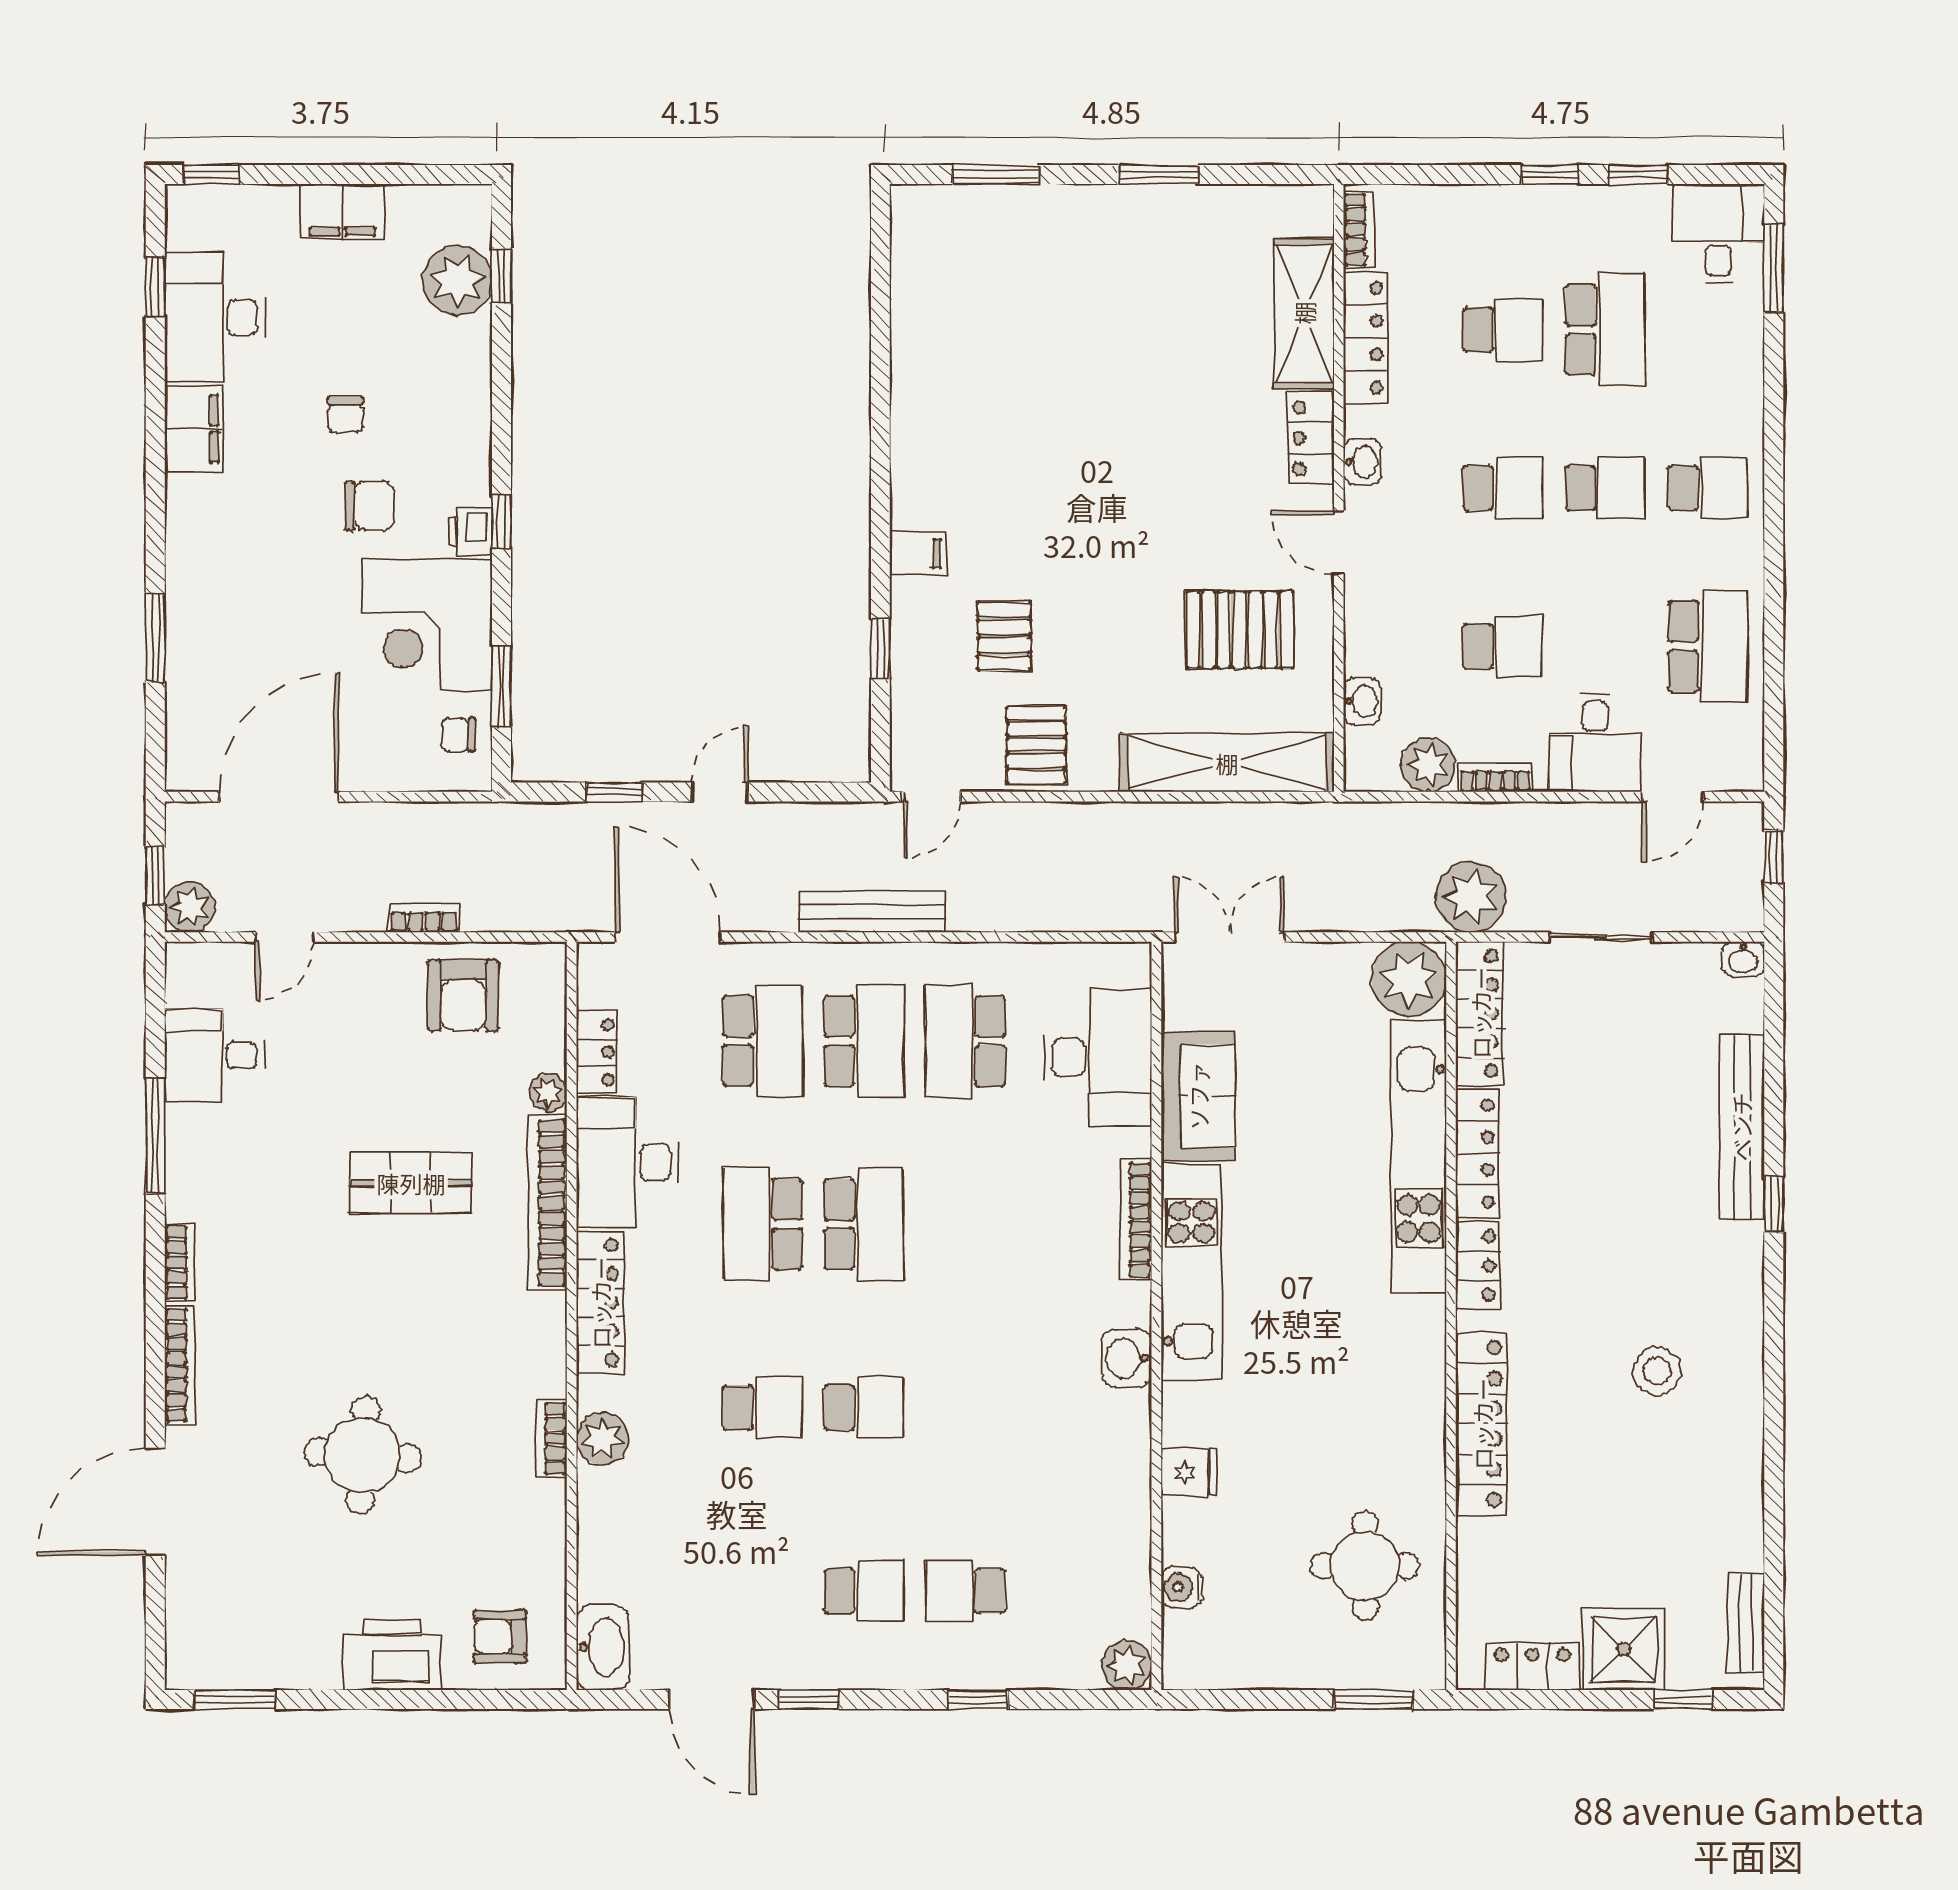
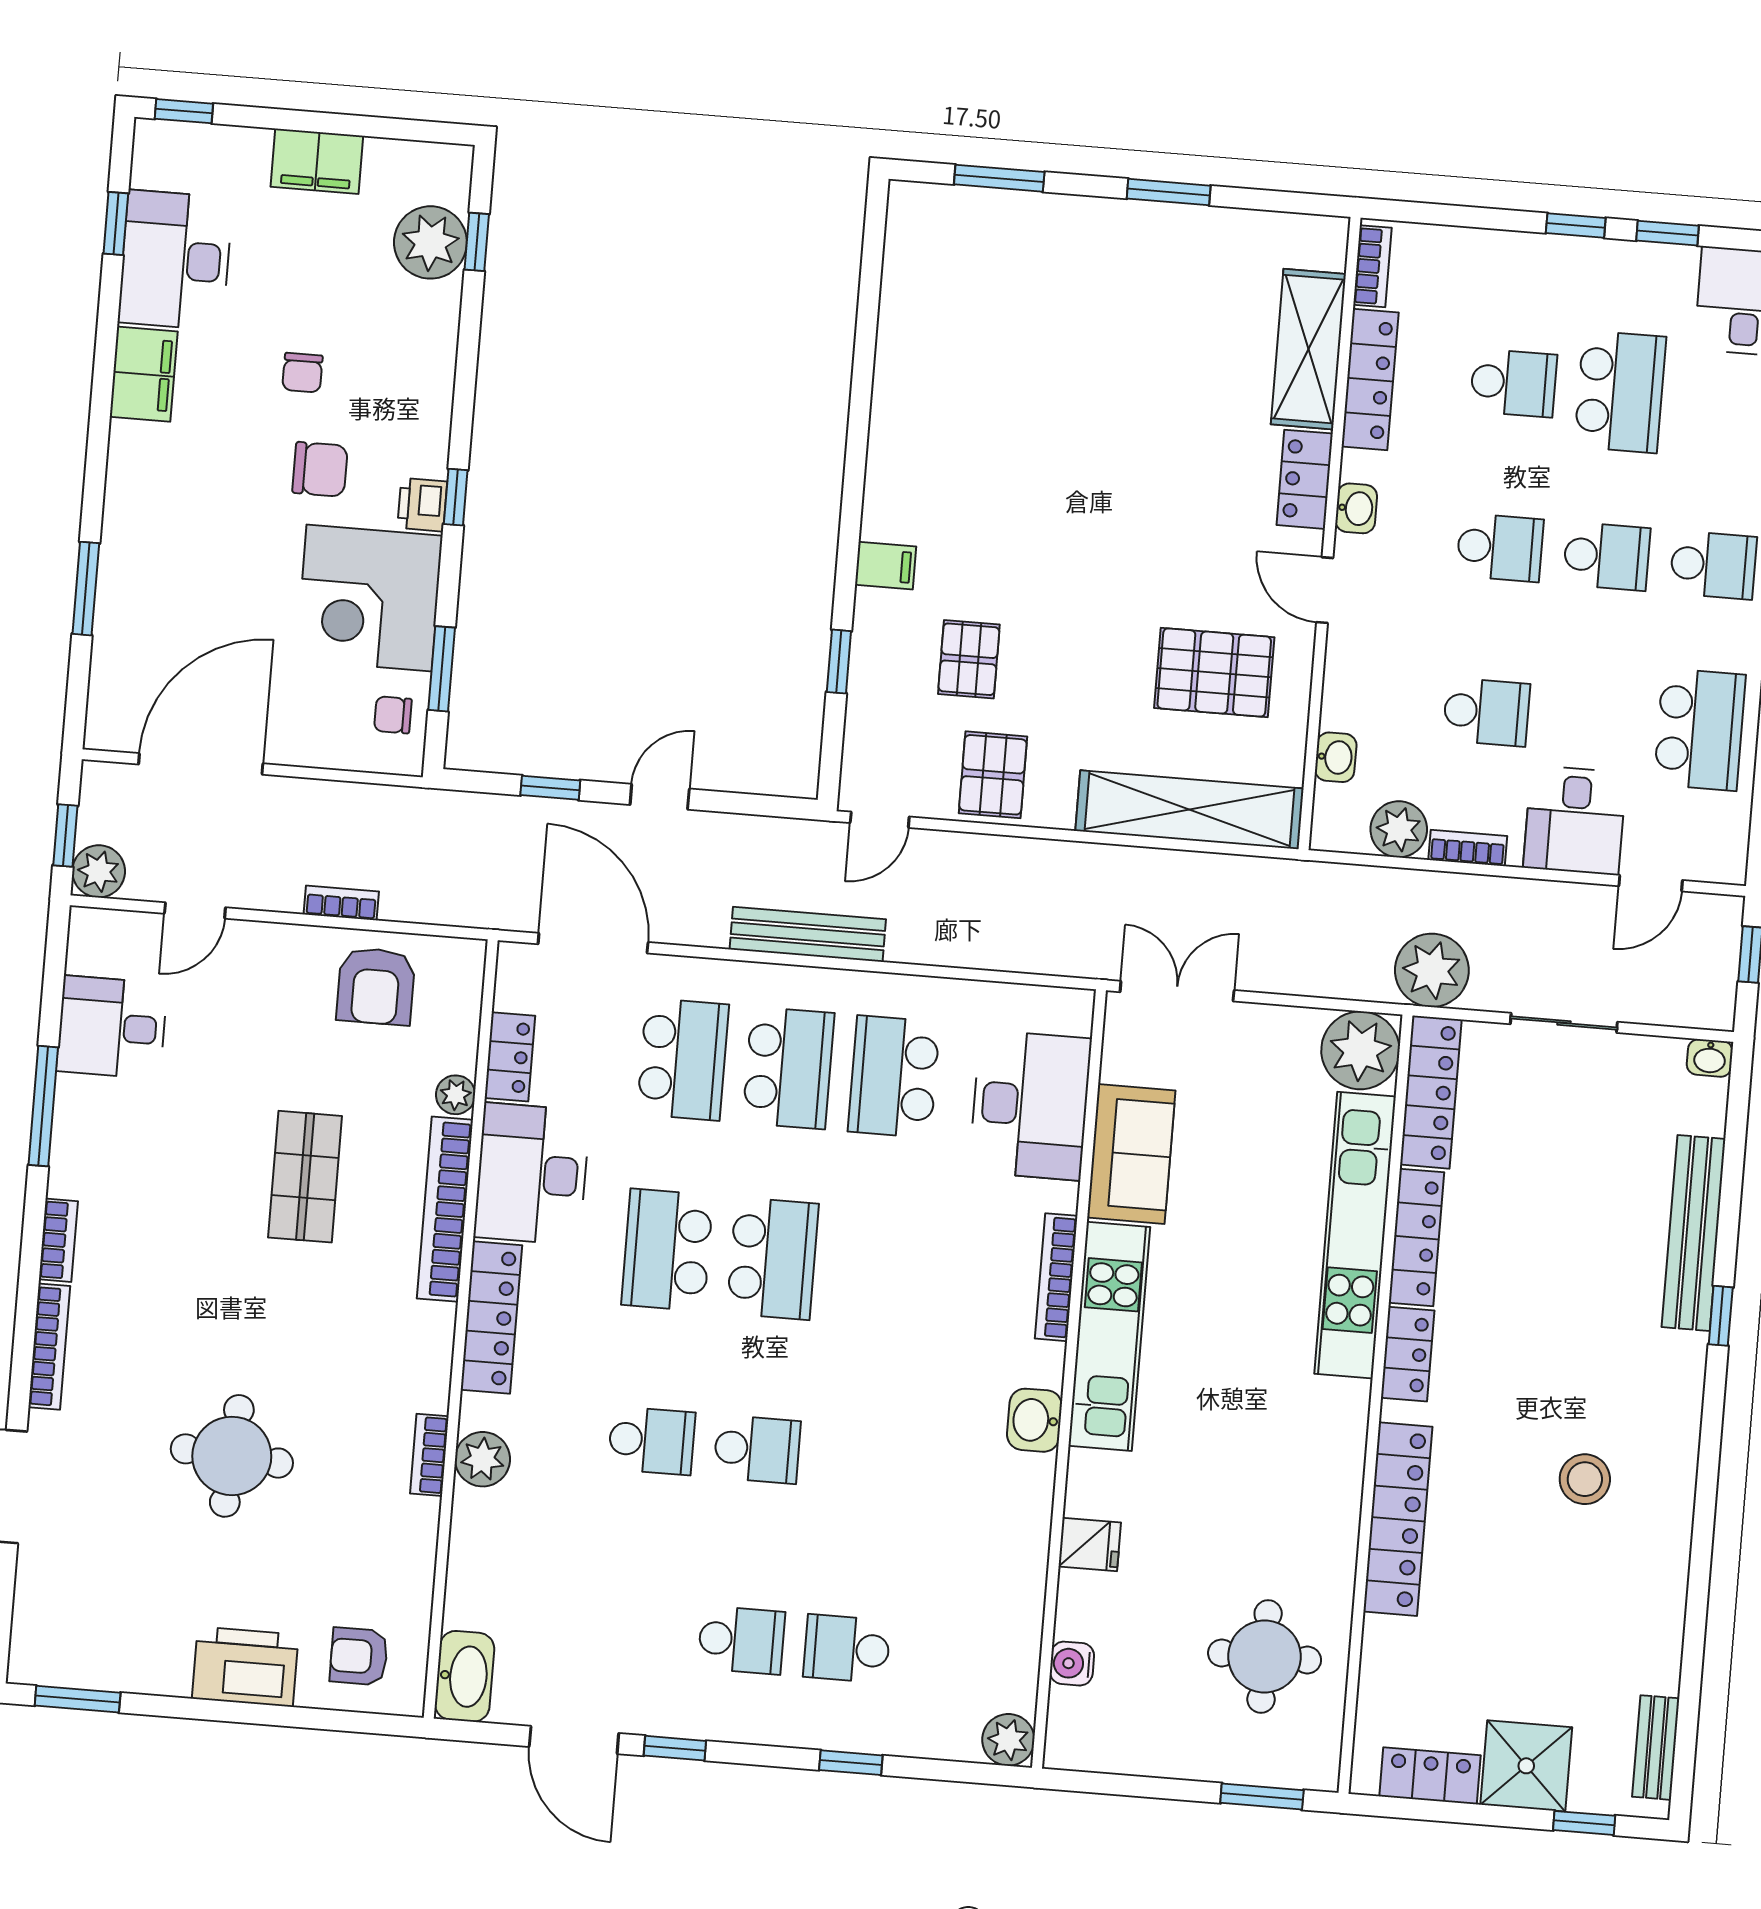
shop shelf: (411, 1183) -> (305, 1177), turned 90

